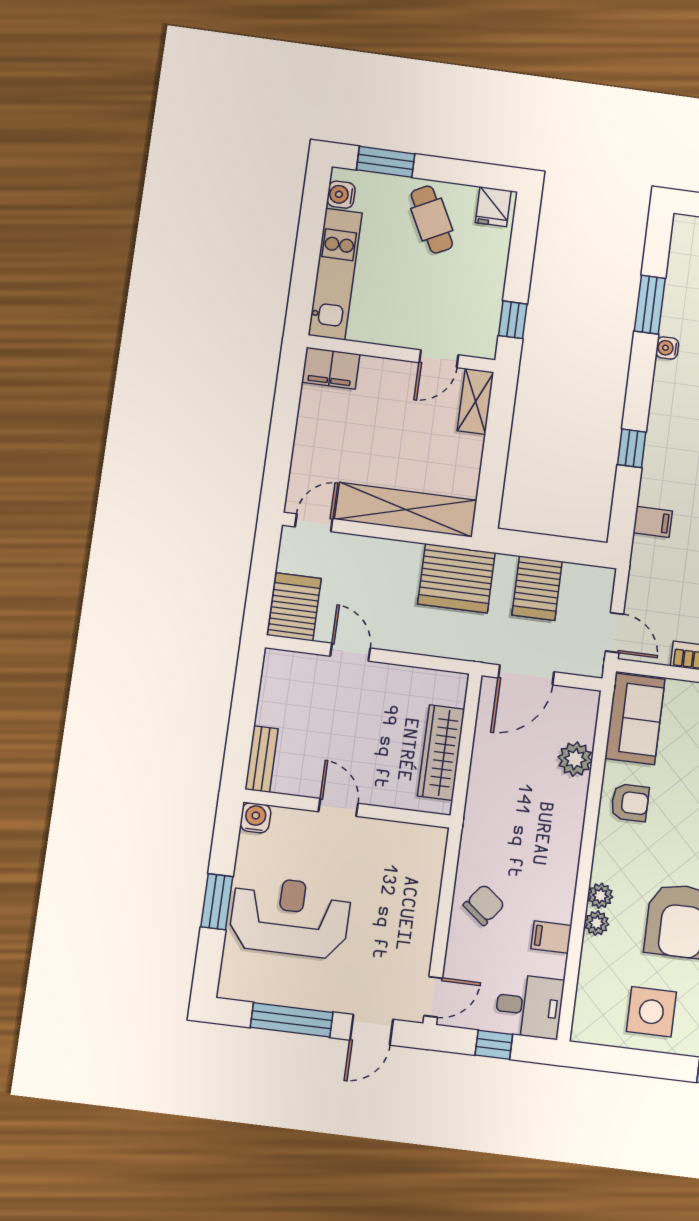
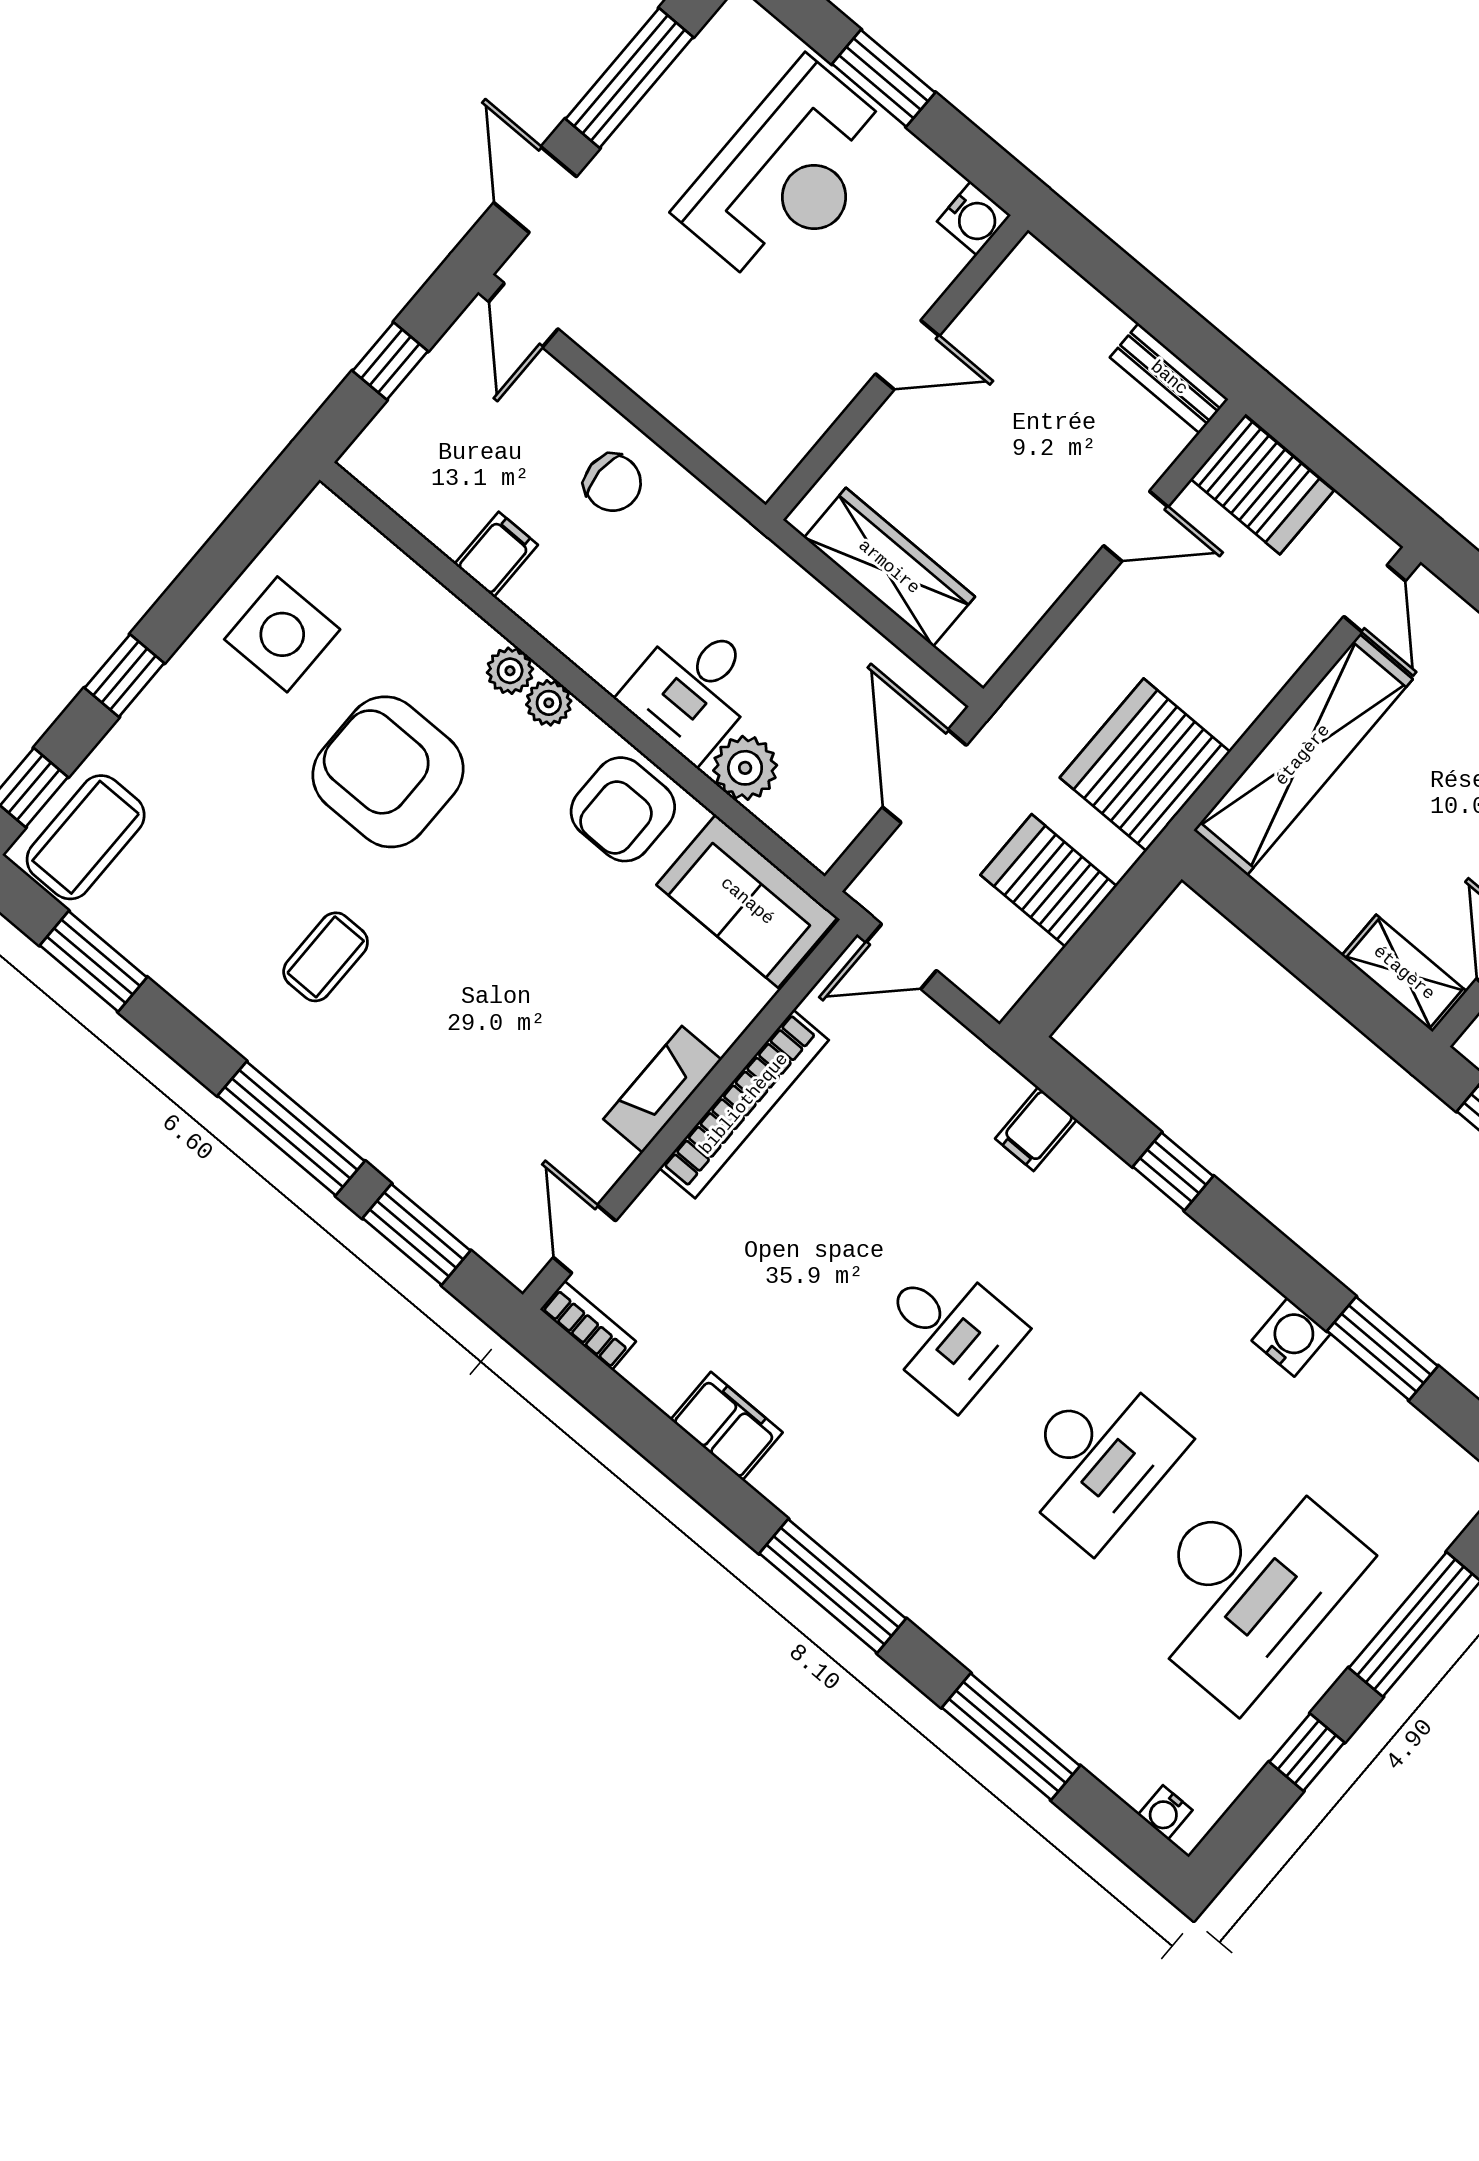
water cooler: (667, 348) -> (1291, 1337), width x1.38, depth x1.38
bench: (261, 759) -> (1169, 378), moved
armchair: (630, 803) -> (623, 809), width x1.38, depth x1.38
chair: (484, 905) -> (613, 483), turned -38
plant: (597, 923) -> (549, 703), moved
desk: (529, 1006) -> (693, 689), moved

